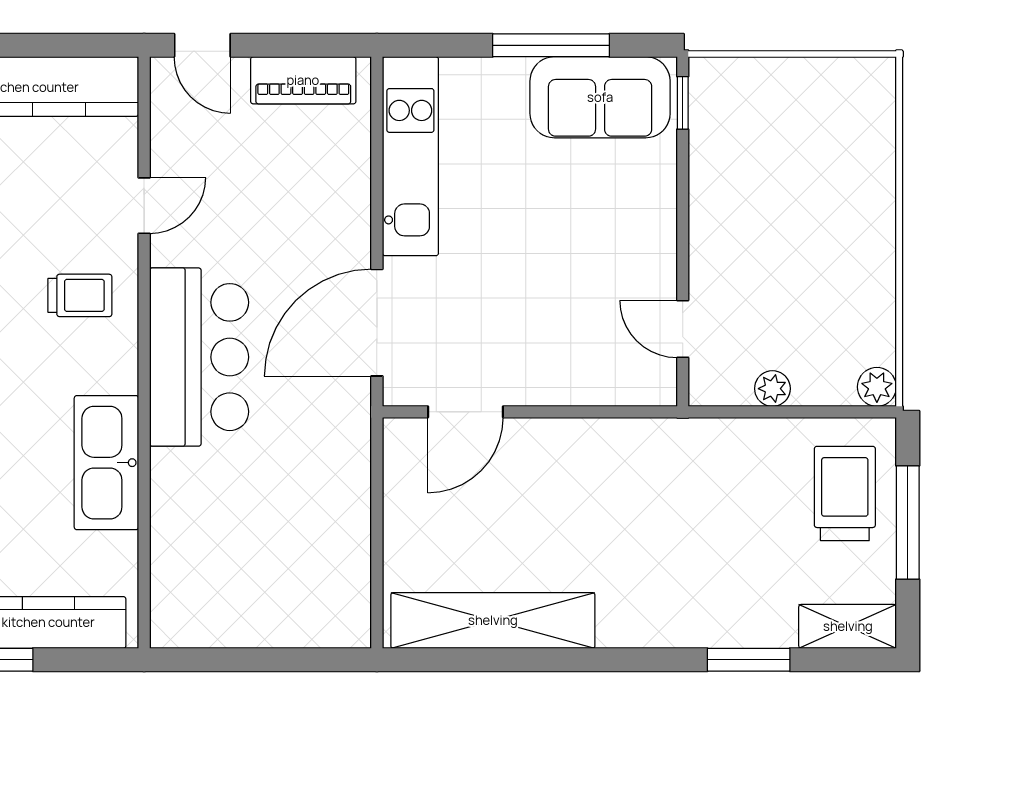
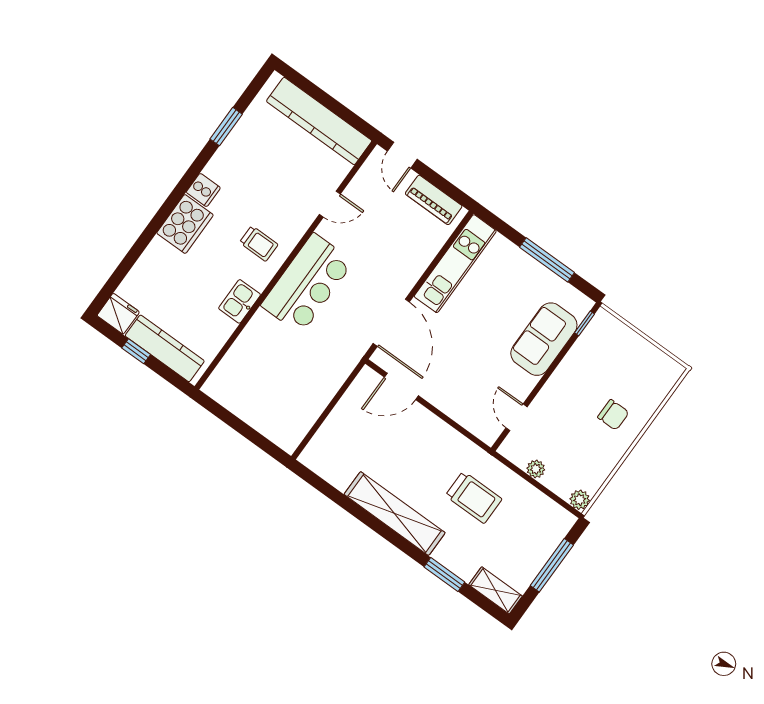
sofa: (600, 97) -> (544, 339), moved, turned 90
chair: (833, 214) -> (613, 415), added
trolley: (80, 295) -> (259, 244), moved
door: (377, 323) -> (391, 323), swing flipped
kitchen sink: (106, 463) -> (240, 301), width x0.53, depth x0.81
trolley: (845, 494) -> (474, 497), moved, turned 90
shelving: (493, 620) -> (395, 514), moved

